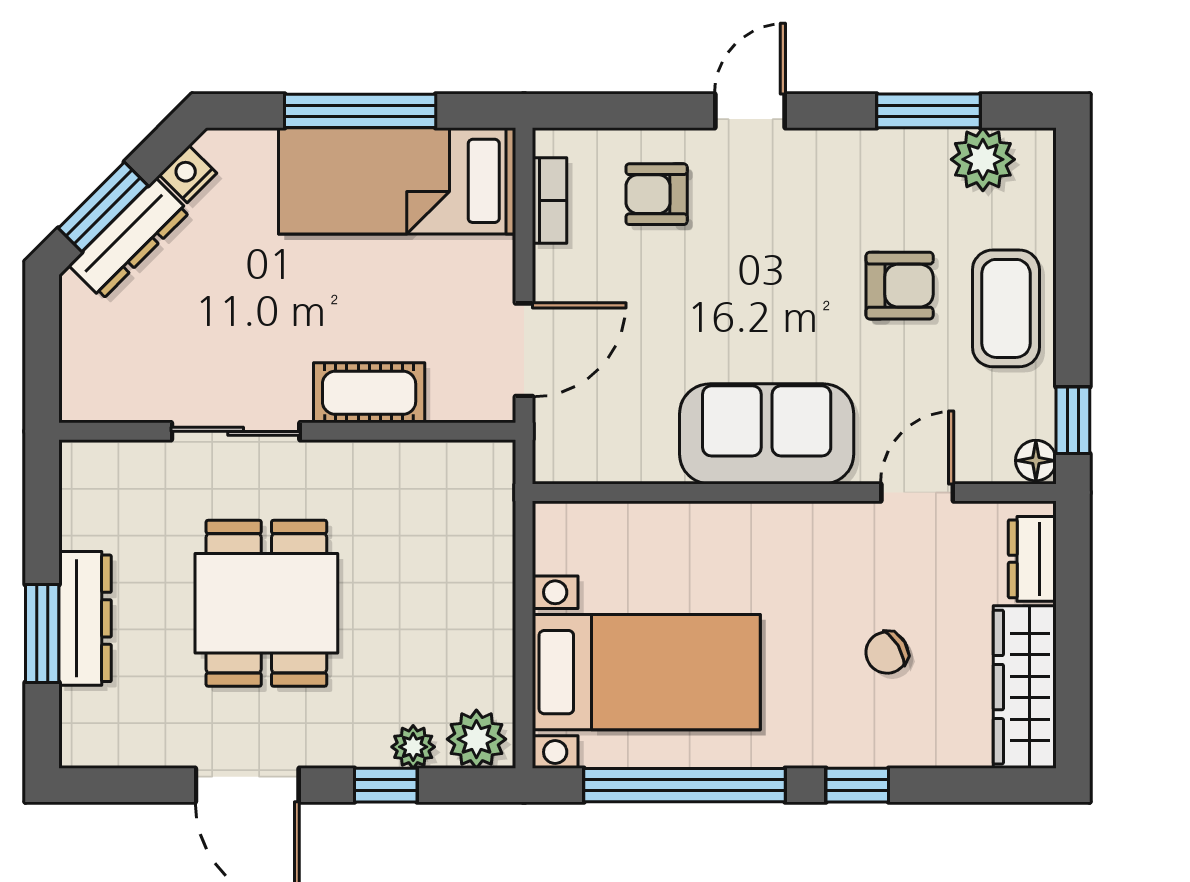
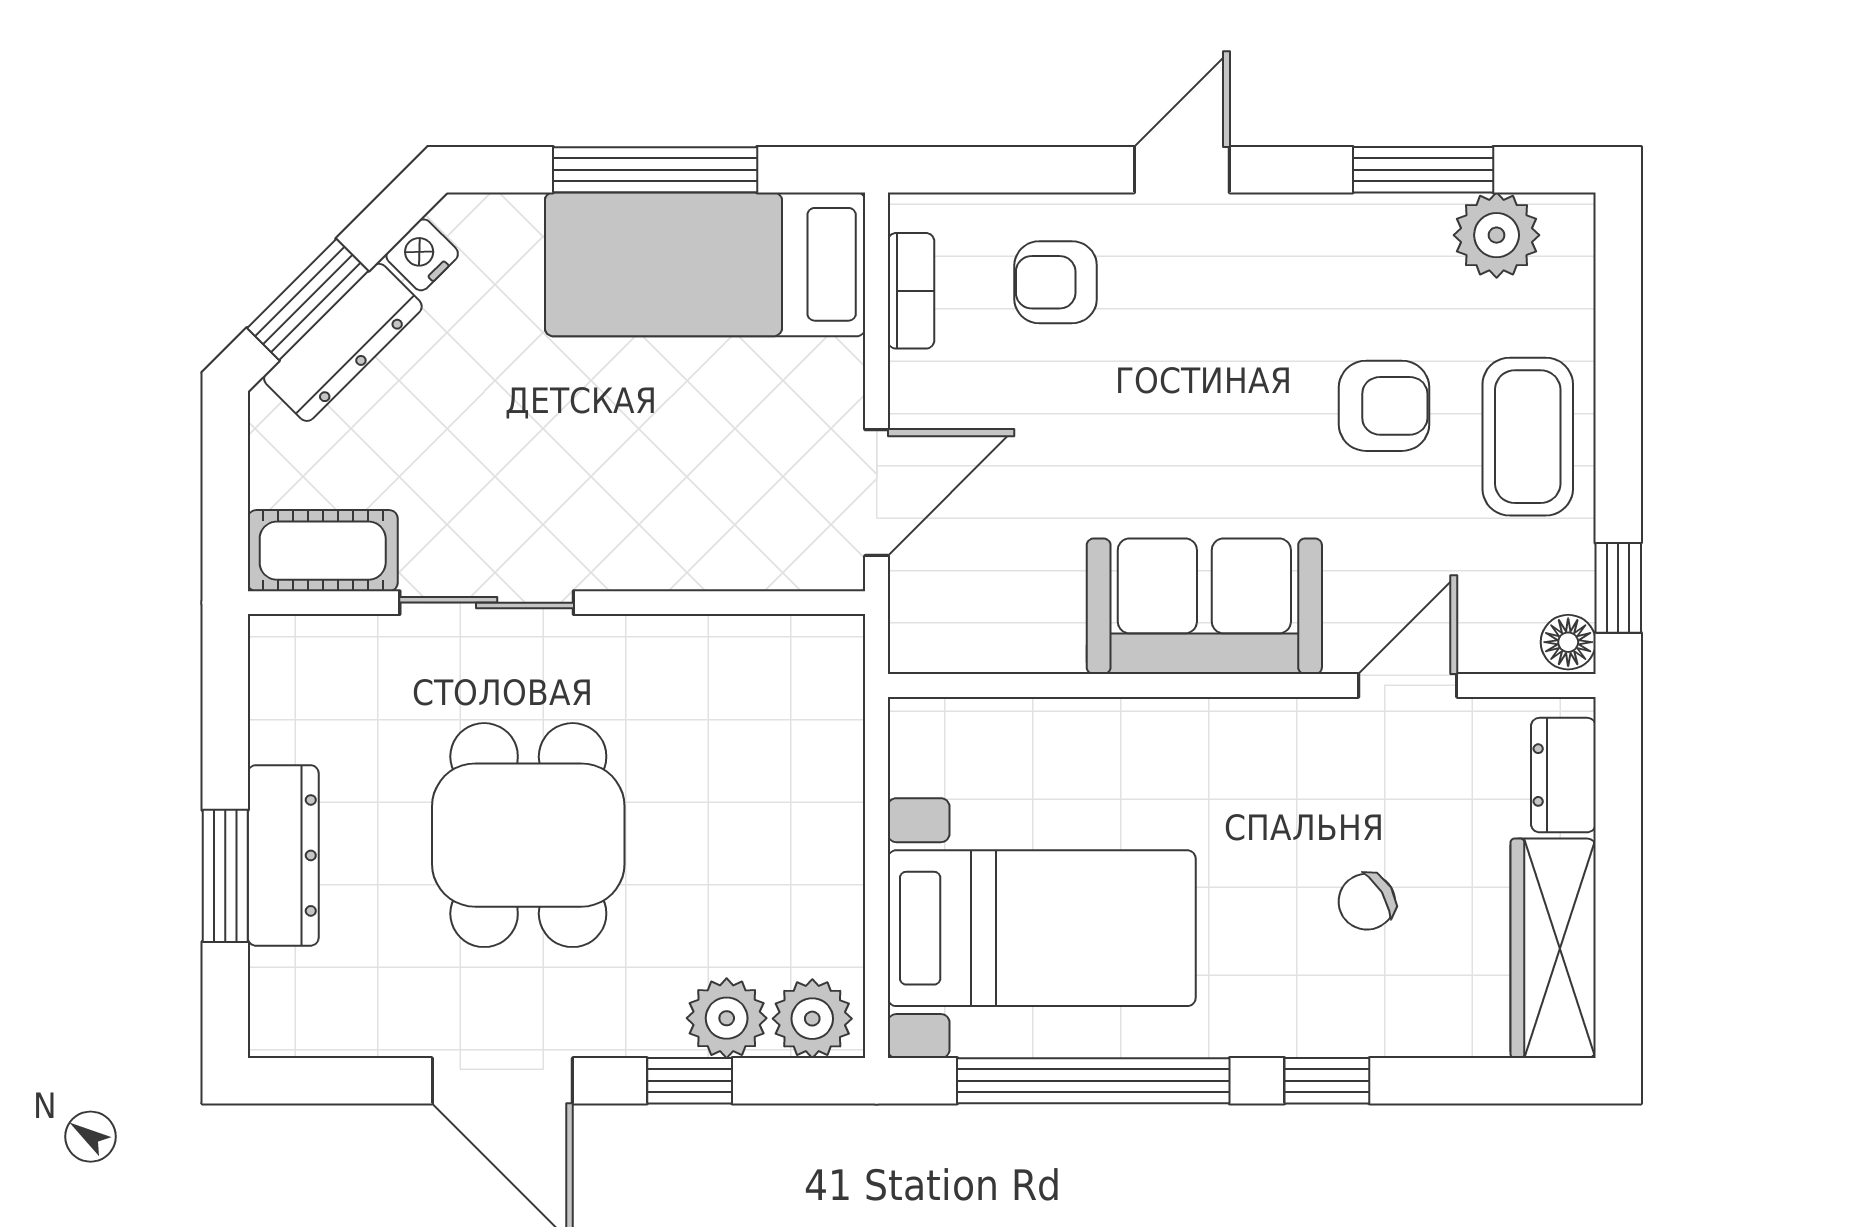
cot: (369, 393) -> (323, 551), moved
plant: (413, 747) -> (727, 1018), width x1.38, depth x1.38

